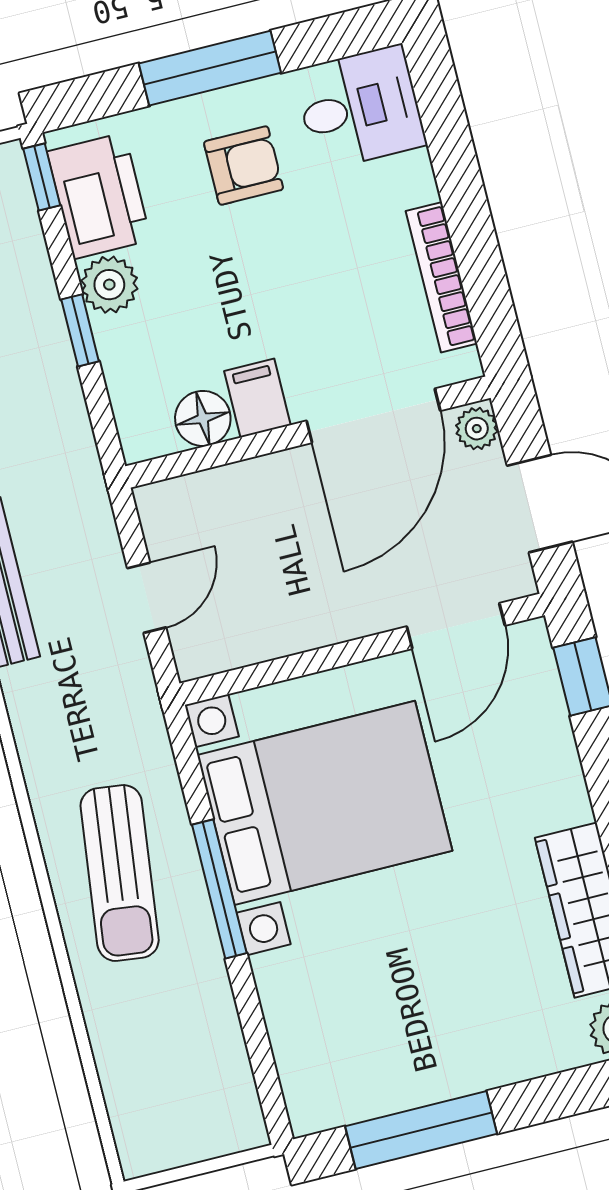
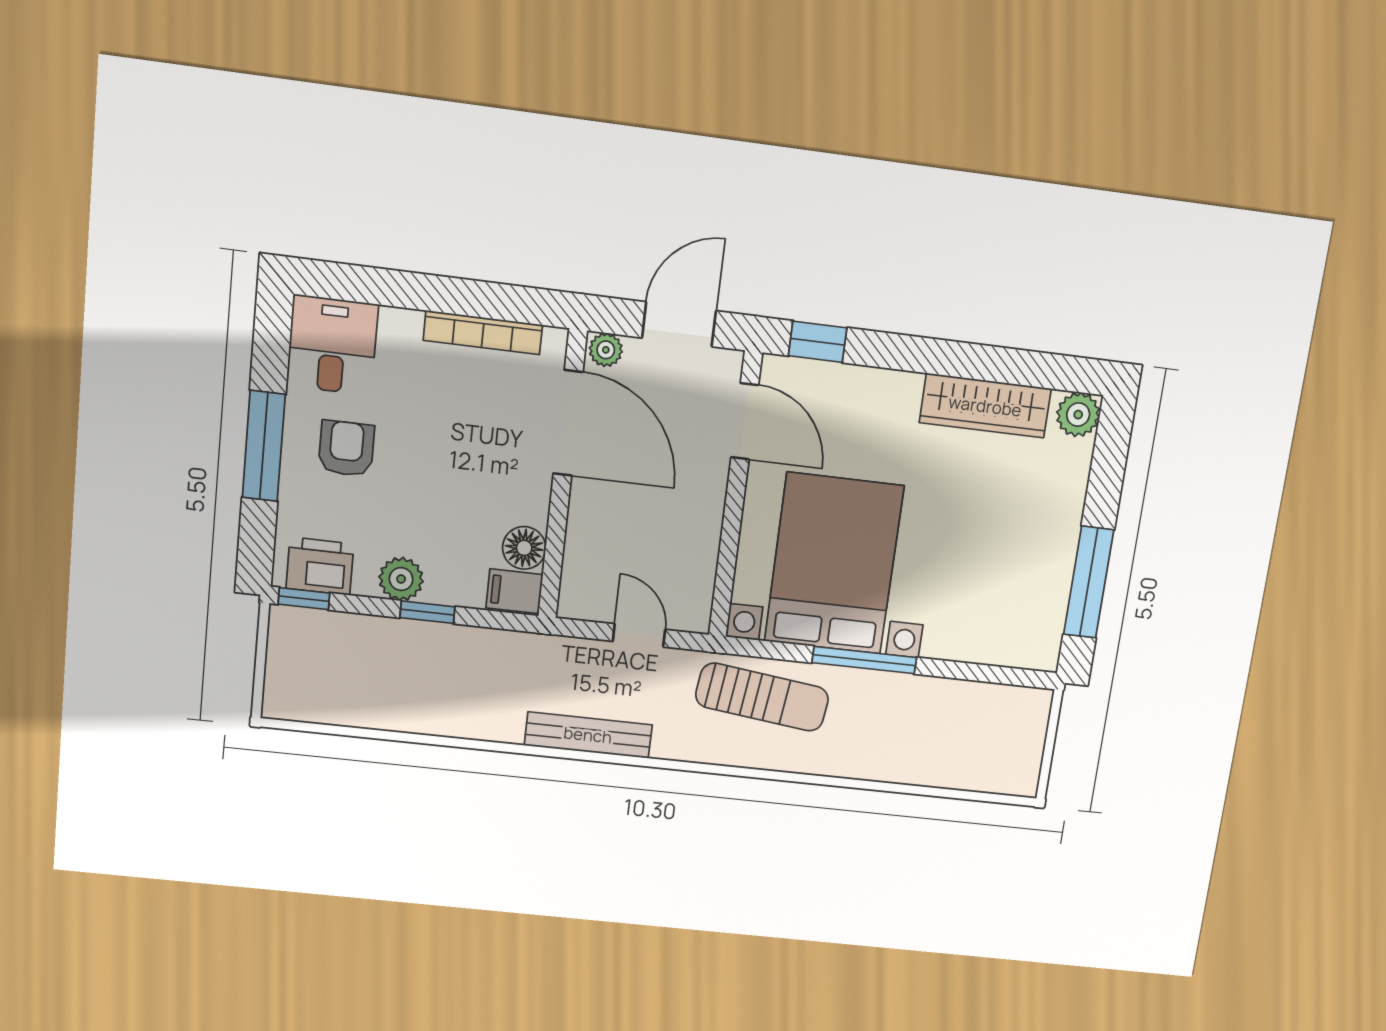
printer: (99, 196) -> (320, 566), width x0.73, depth x0.84
filing cabinet: (257, 398) -> (514, 591), moved
sun lounger: (120, 873) -> (762, 697), moved

